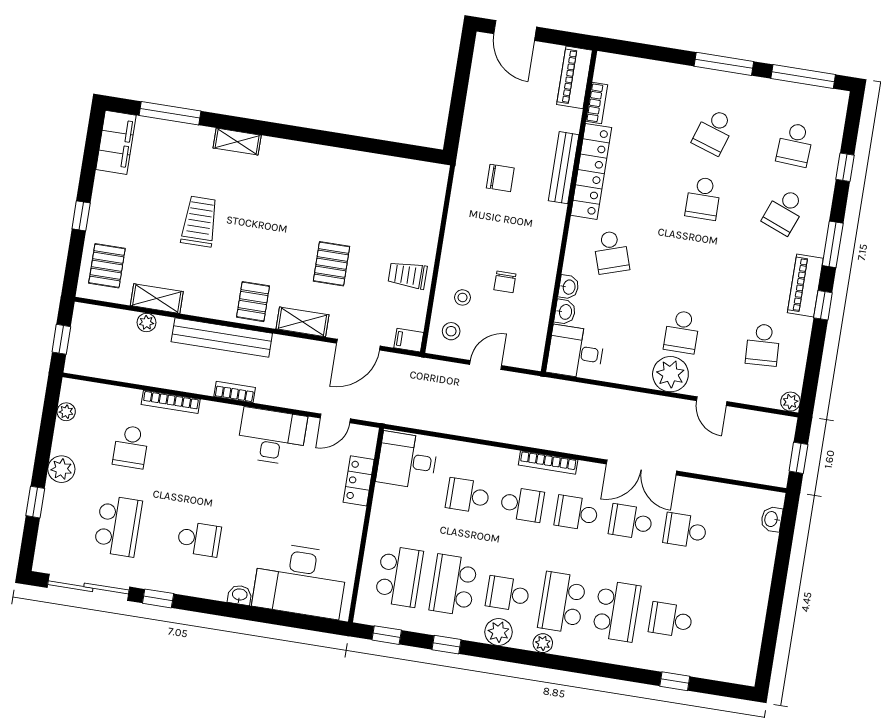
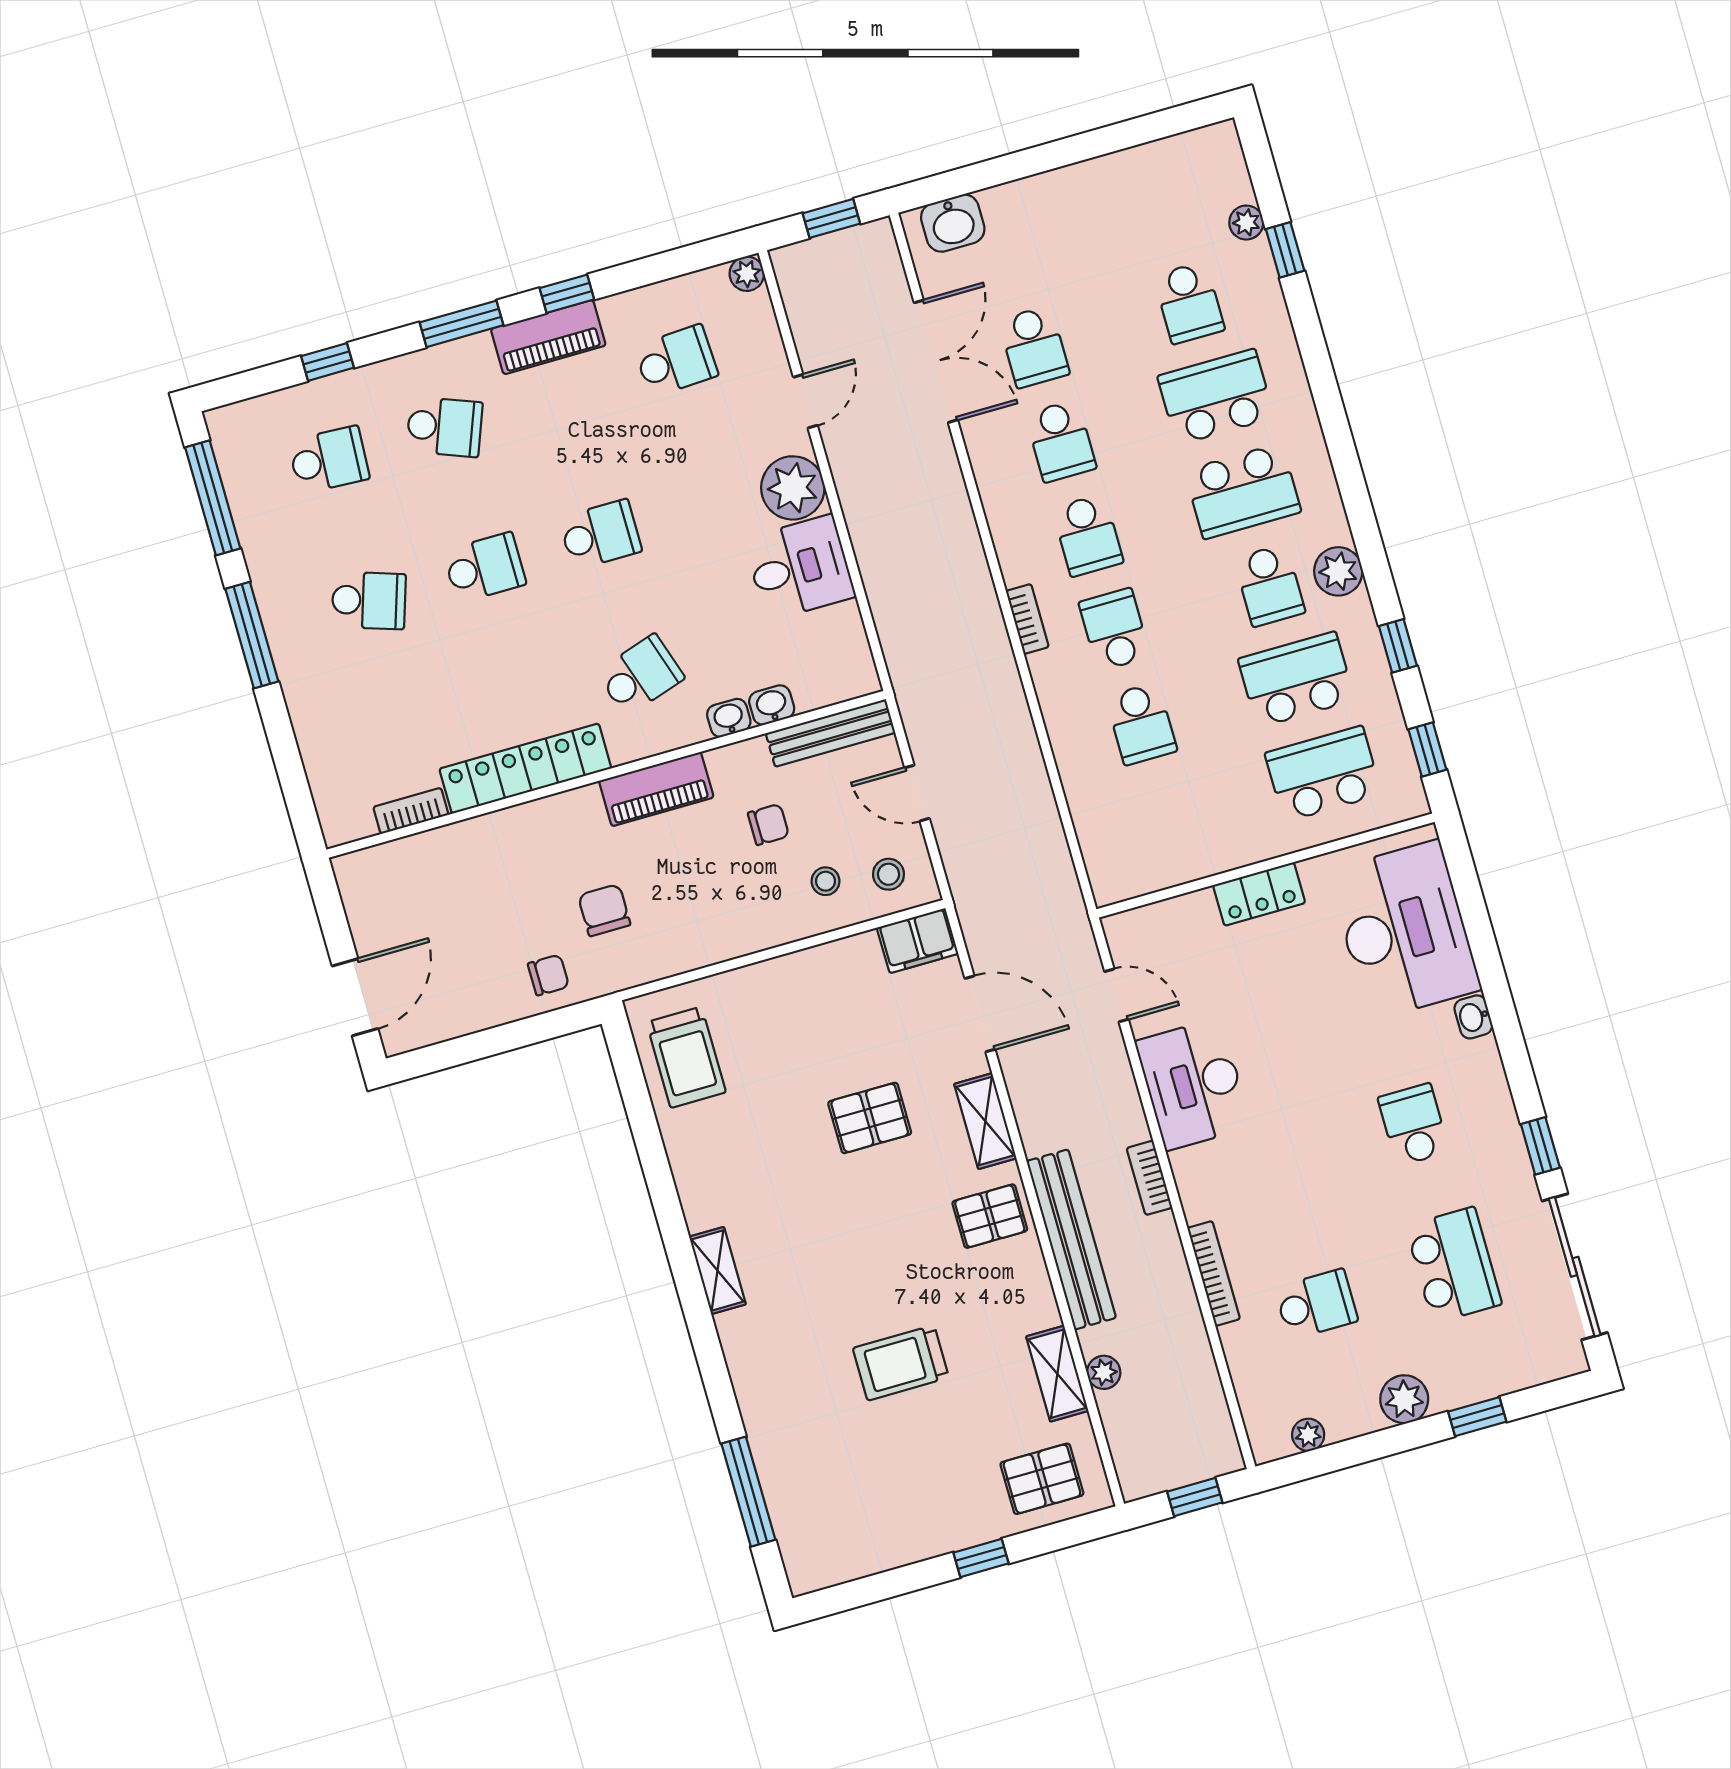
piano: (574, 77) -> (656, 789), moved
chair: (481, 134) -> (548, 975), added
filing cabinet: (116, 142) -> (836, 1557), removed
shelving: (237, 142) -> (718, 1271), moved
bench: (564, 168) -> (830, 733), moved
trolley: (408, 275) -> (686, 1057), moved, width x1.36, depth x1.39
school desk: (682, 332) -> (600, 535), moved
filing cabinet: (409, 340) -> (918, 941), width x2.00
desk: (576, 352) -> (800, 568), moved, turned -90
desk: (407, 461) -> (1130, 848), removed
bookcase: (548, 462) -> (1027, 619), width x0.64
double door: (641, 467) -> (936, 361), moved
locker: (359, 481) -> (1259, 894), moved
washbasin: (772, 519) -> (953, 223), width x1.38, depth x1.45
school desk: (118, 526) -> (1454, 1265), turned 90
school desk: (453, 585) -> (1296, 680), turned 180
plant: (543, 643) -> (1246, 223), moved

